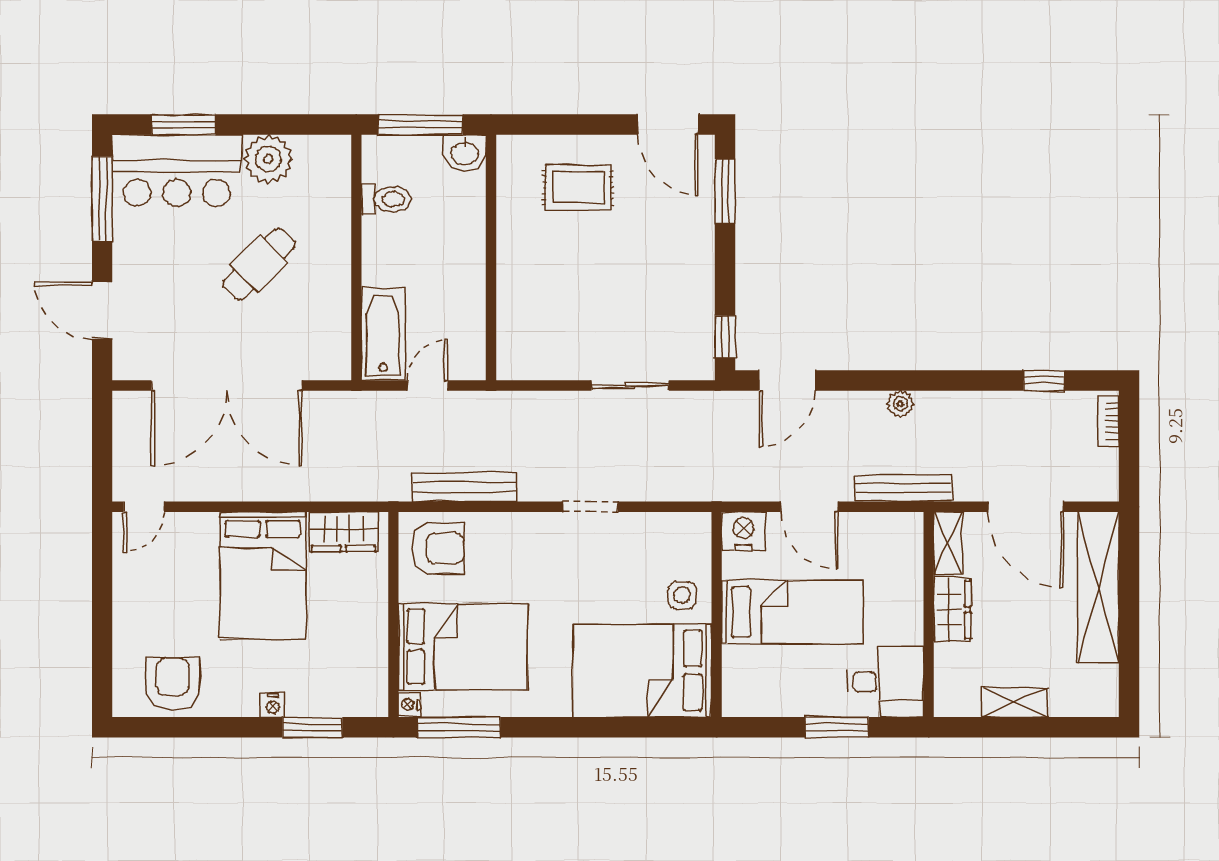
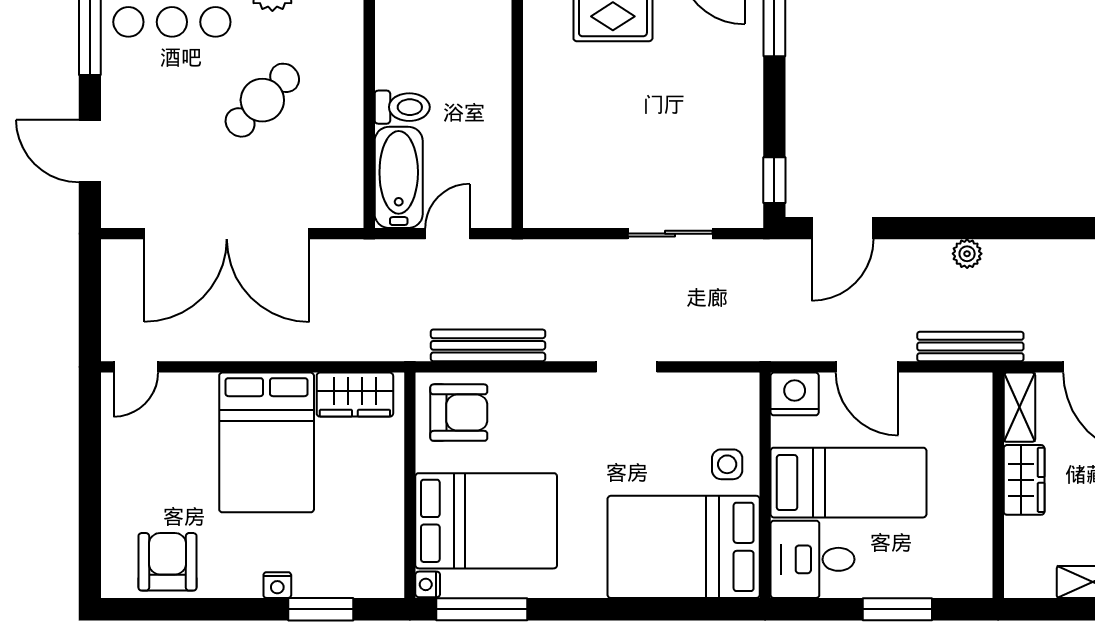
toilet: (386, 199) -> (402, 107), moved
desk: (886, 682) -> (813, 559), moved, turned 180

